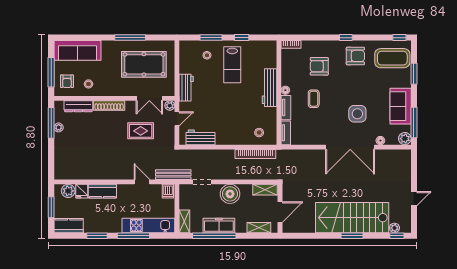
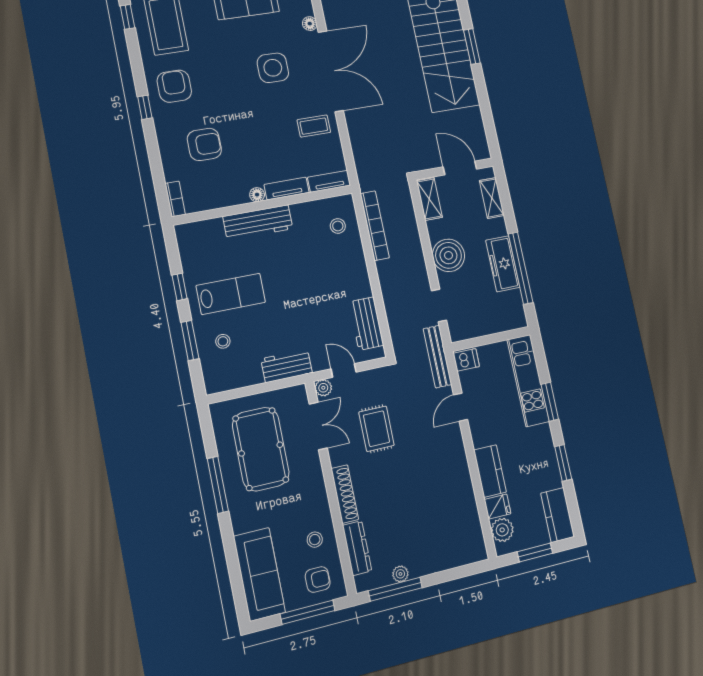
armchair: (319, 66) -> (204, 144), turned -90
coffee table: (314, 99) -> (314, 126), moved
shelving: (184, 221) -> (509, 322), removed
window: (133, 236) -> (550, 402), width x0.69

